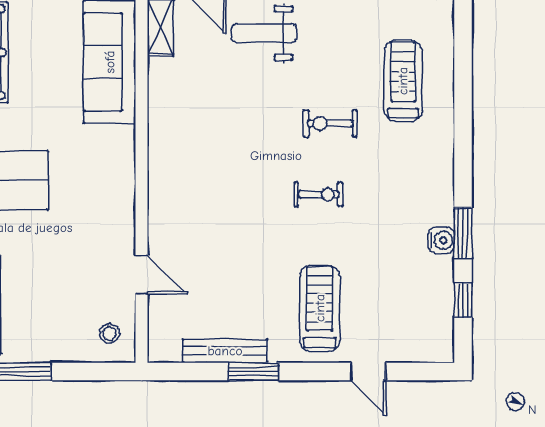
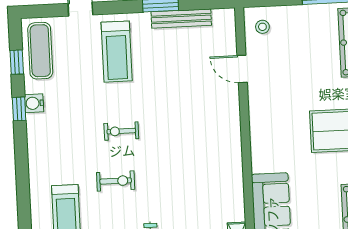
window: (463, 233) -> (19, 109), width x0.67
exercise mat: (429, 315) -> (40, 51), added

